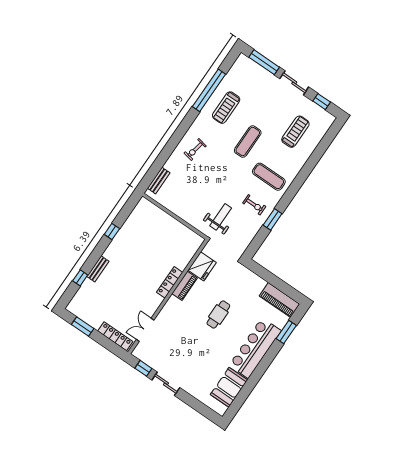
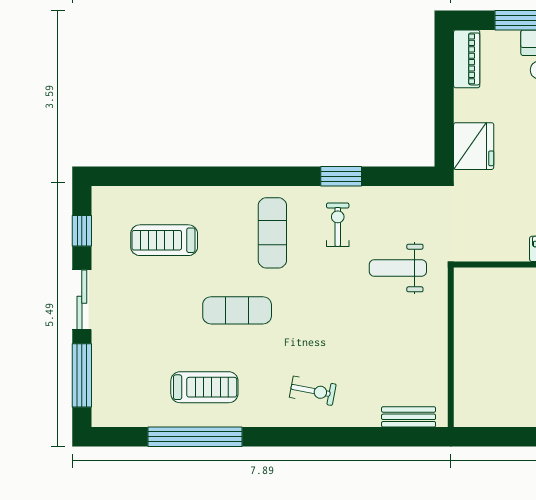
fridge: (202, 266) -> (474, 146), moved, turned 90
piano: (279, 300) -> (467, 59), width x0.73, depth x0.75

